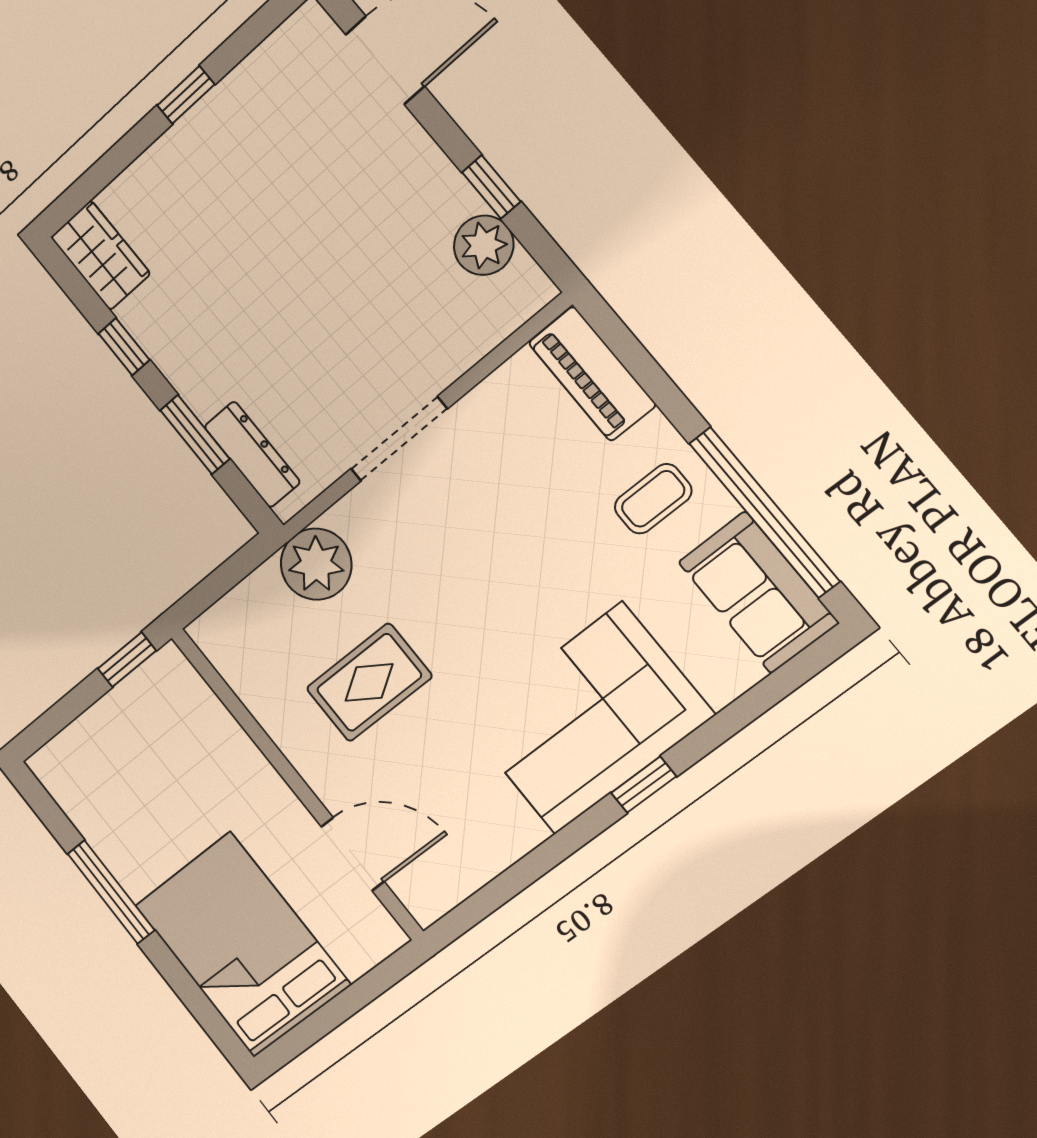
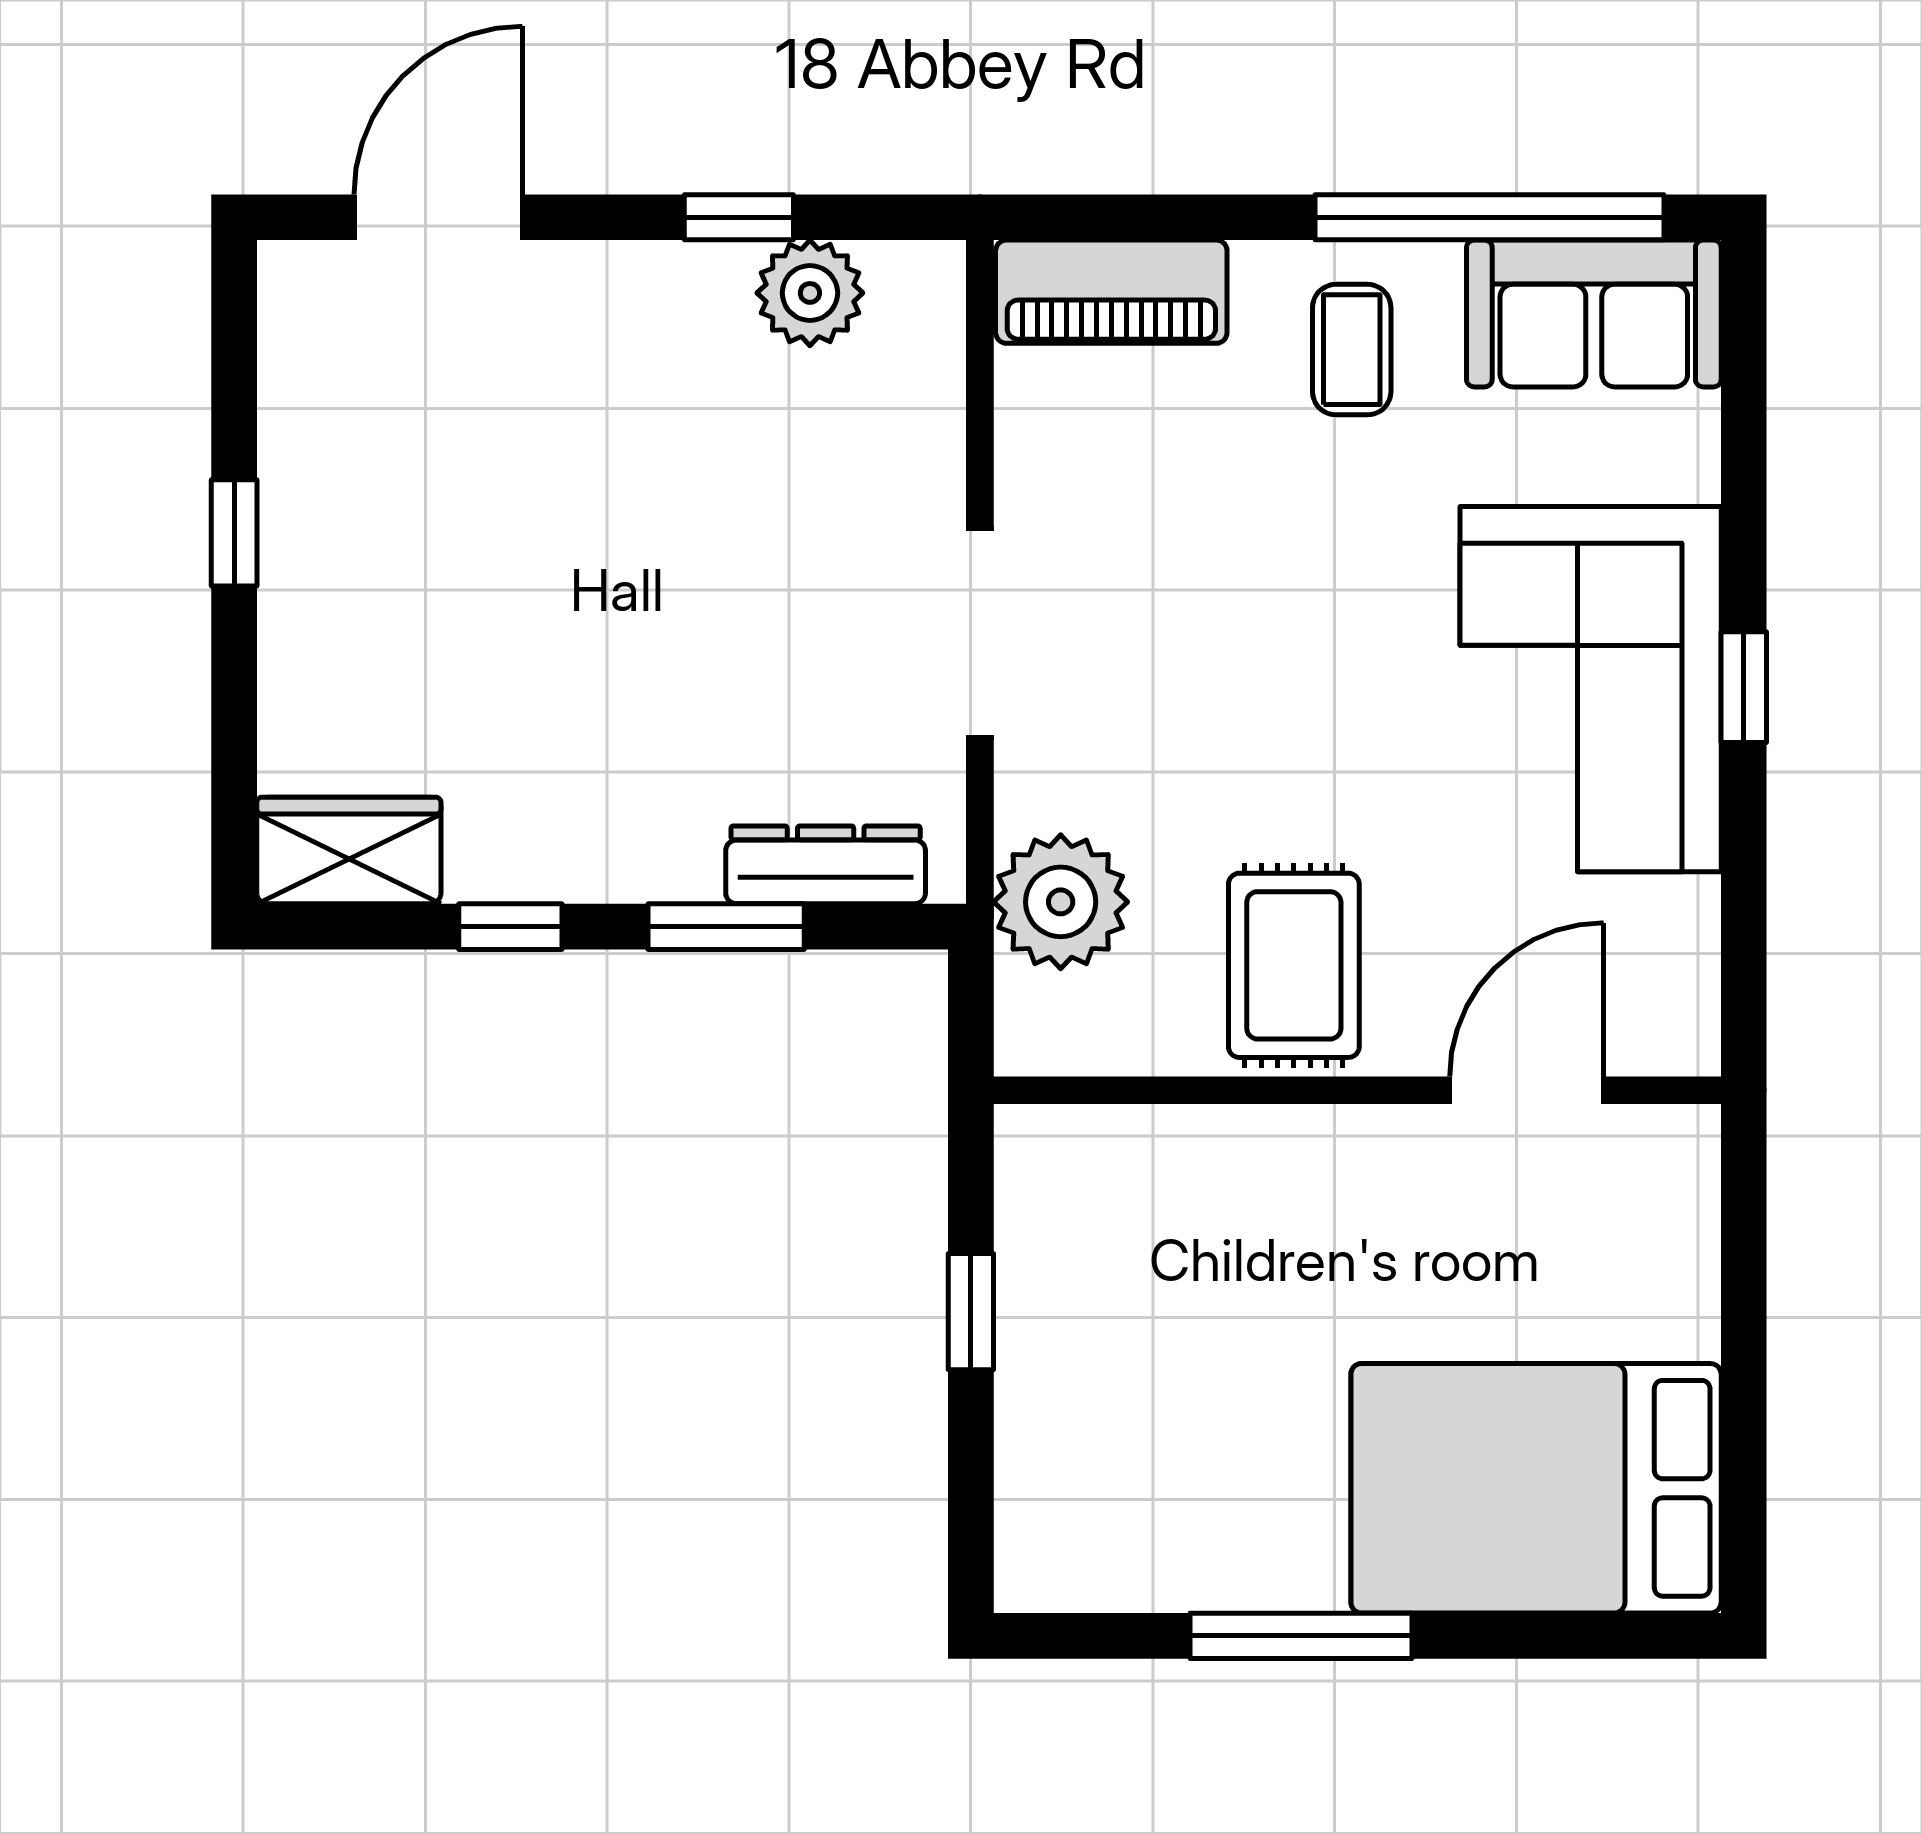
wall: (296, 783) -> (1357, 1090), moved
door: (353, 854) -> (1527, 1090), moved

